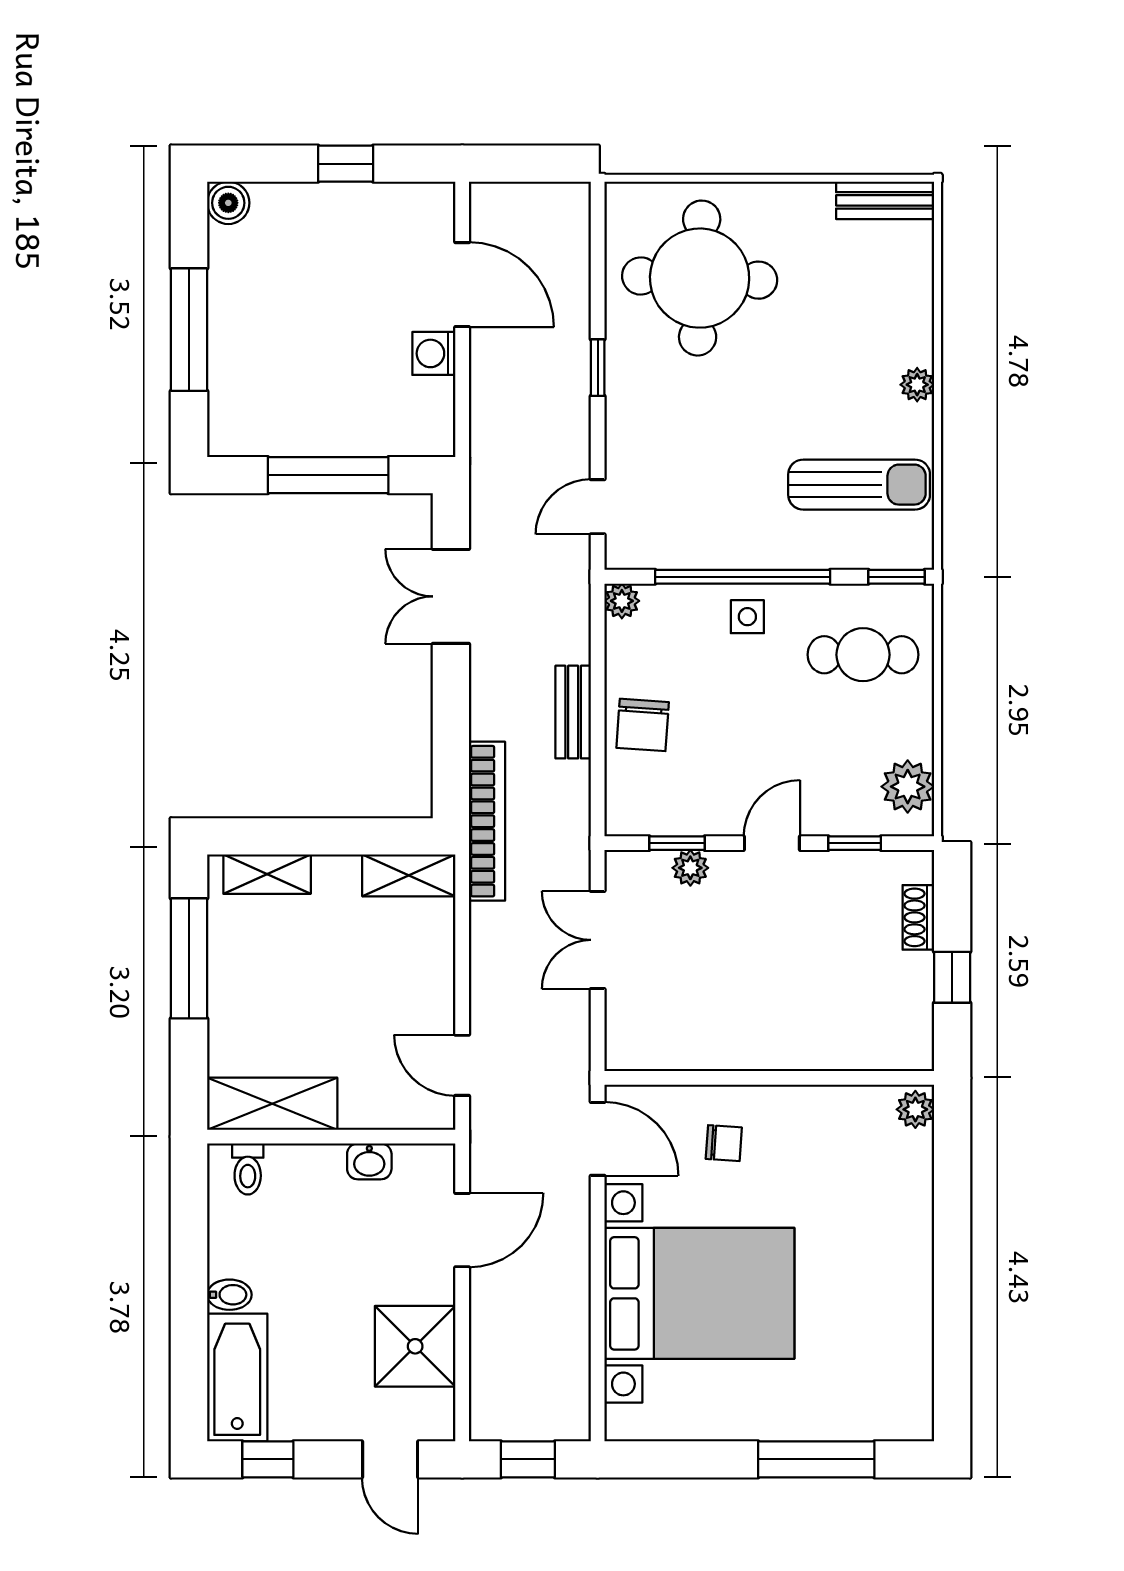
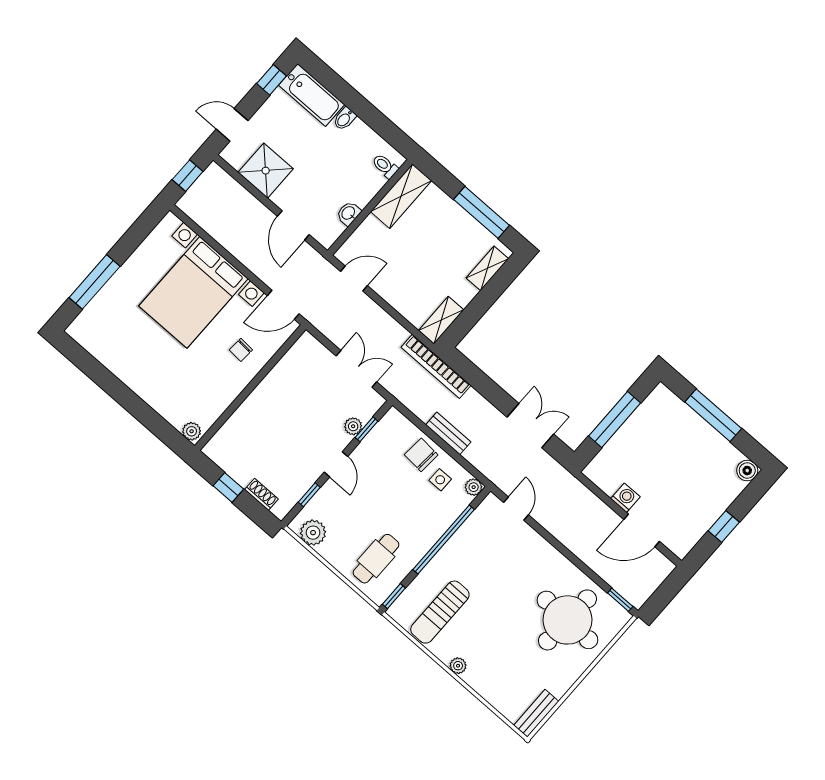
window: (598, 368) -> (620, 600), moved
side table: (747, 617) -> (440, 480), moved

